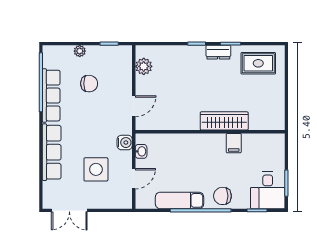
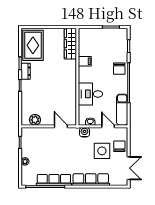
rug: (258, 63) -> (33, 45), width x1.36, depth x1.43
chair: (89, 84) -> (119, 146), moved
wardrobe: (224, 121) -> (70, 44), moved
desk: (268, 190) -> (90, 94), moved, turned 180
exam couch: (179, 200) -> (122, 110), moved

